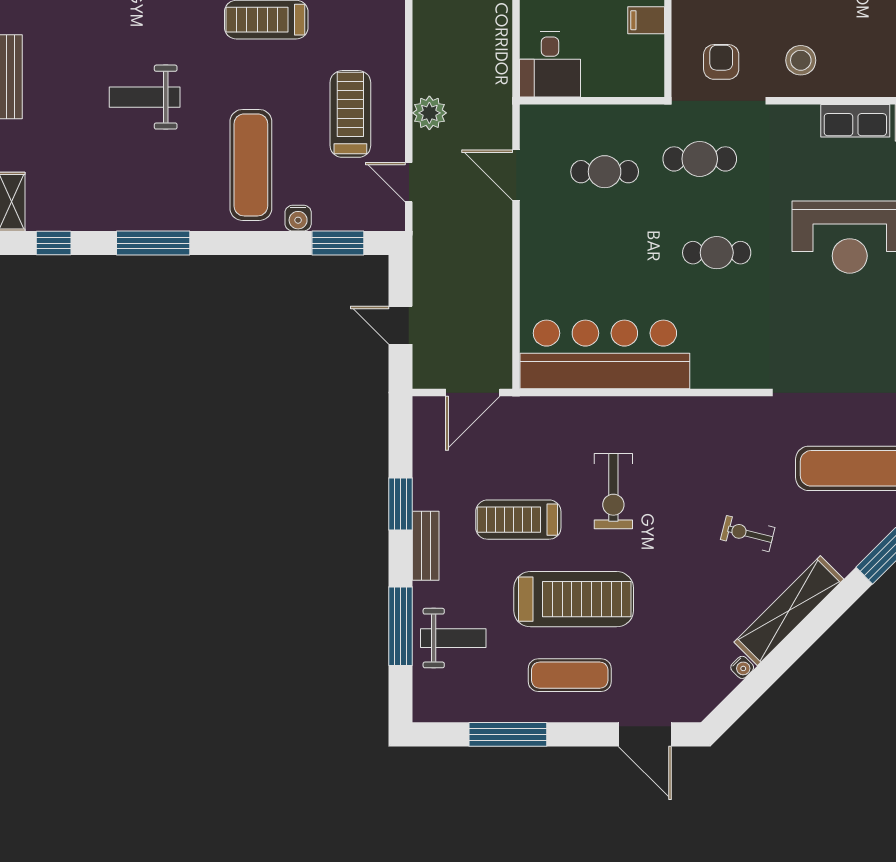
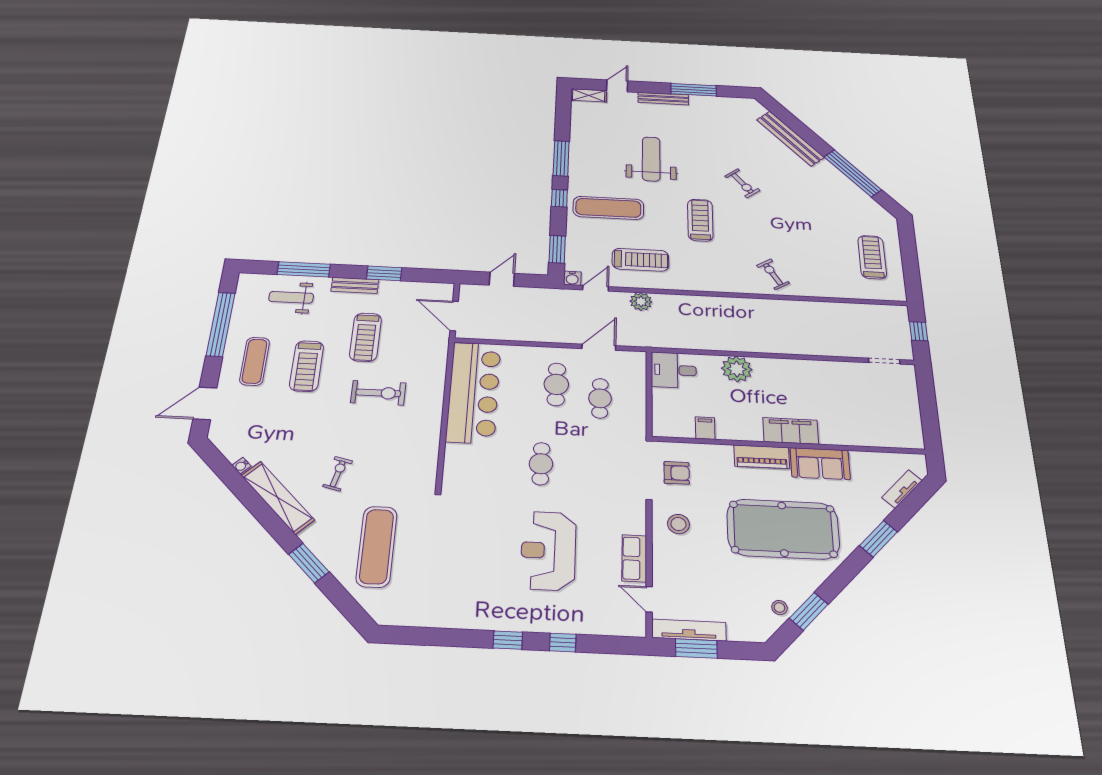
weight bench: (145, 97) -> (651, 159), width x1.36, depth x1.33
cafe table: (700, 159) -> (556, 384), moved
water cooler: (298, 218) -> (572, 278), moved, turned -90
window: (54, 243) -> (559, 198), moved
exercise bike: (613, 491) -> (378, 393), turned 180
treadmill: (518, 520) -> (366, 337), turned 180
treadmill: (574, 599) -> (307, 366), width x0.73, depth x0.73
weight bench: (453, 638) -> (291, 297), turned 90
window: (508, 734) -> (221, 324), width x1.46

